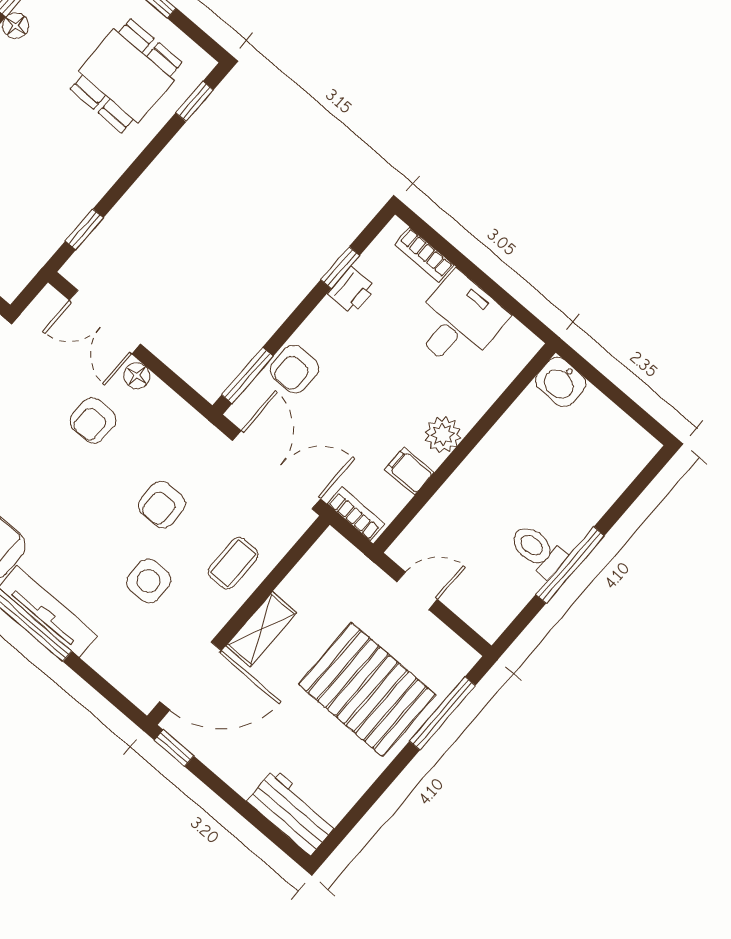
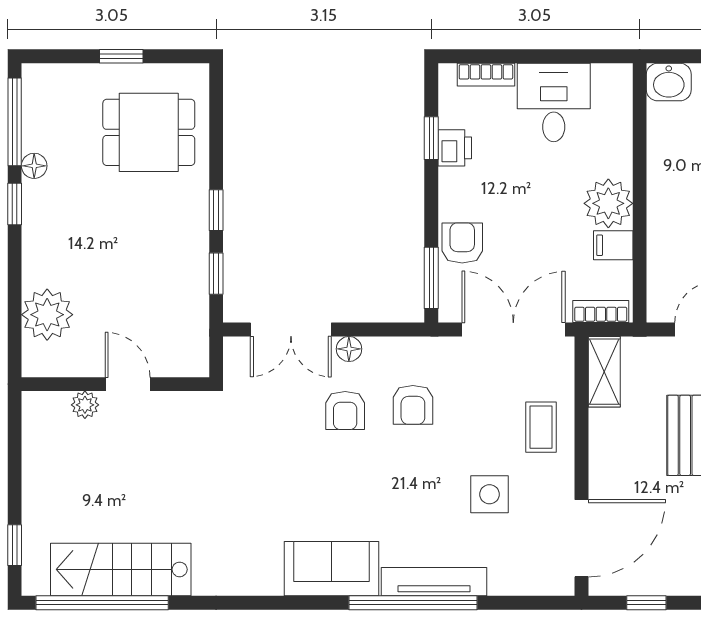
dining table: (126, 76) -> (149, 132), turned 90
window: (194, 101) -> (216, 210), moved
armchair: (294, 369) -> (462, 243), turned 180
plant: (443, 435) -> (608, 203), width x1.36, depth x1.36
armchair: (162, 505) -> (413, 405), moved
shelving: (261, 629) -> (604, 372), moved
window: (174, 748) -> (646, 603), moved

